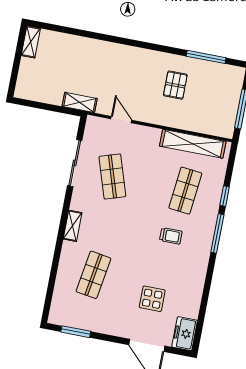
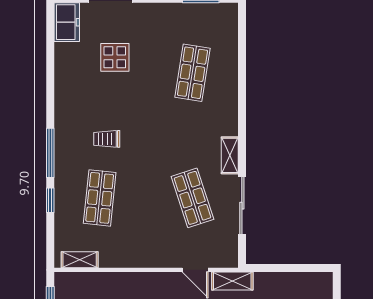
shelving: (80, 102) -> (232, 281), moved
shelving: (193, 144) -> (80, 260), width x0.45, depth x0.75
shelving: (73, 226) -> (230, 155), moved

